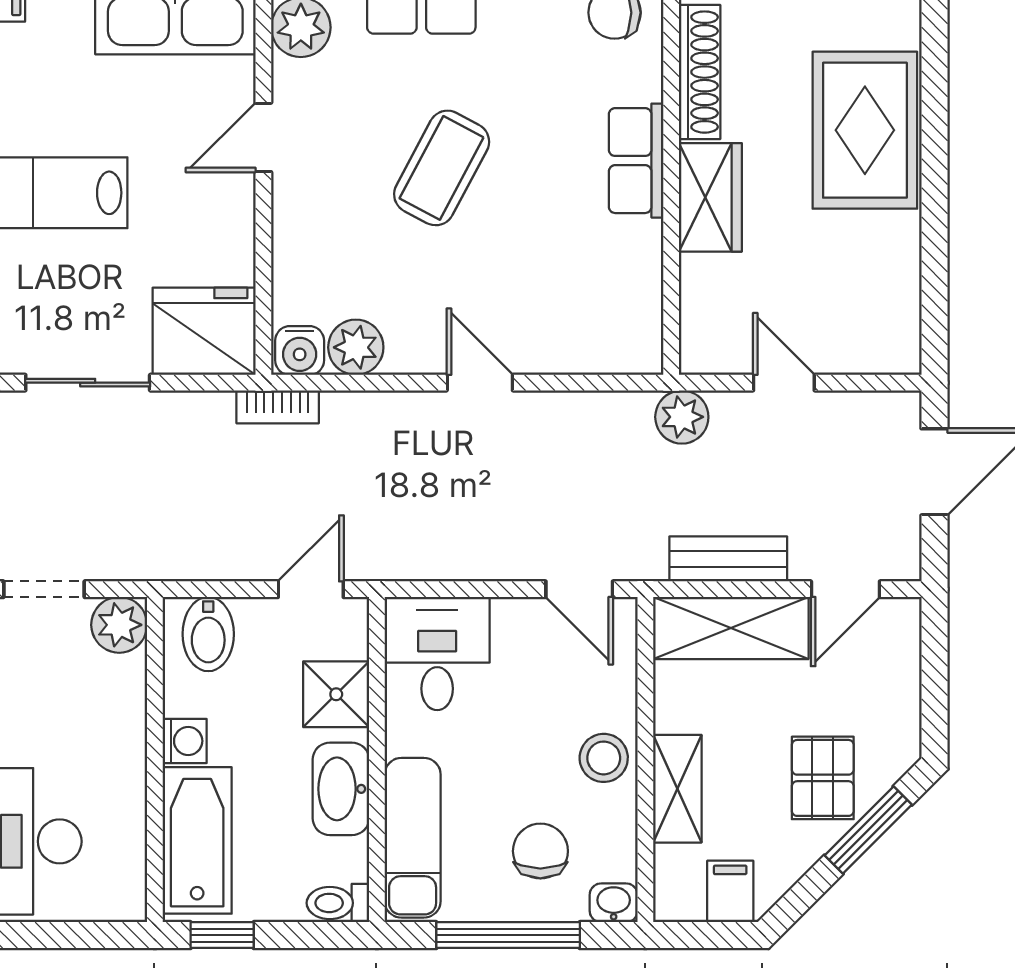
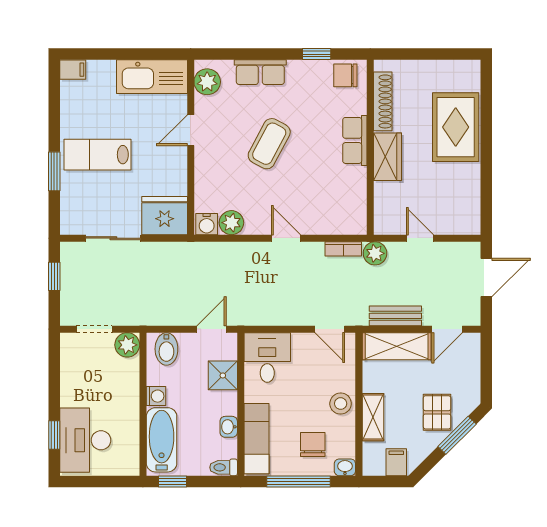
bookcase: (278, 407) -> (343, 249), moved
washbasin: (341, 789) -> (229, 427), width x0.52, depth x0.69

